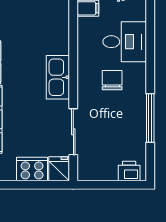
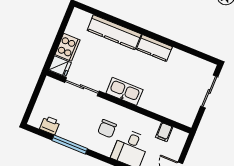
chair: (112, 80) -> (107, 129), turned 90
printer: (129, 171) -> (50, 125), moved, turned -90

